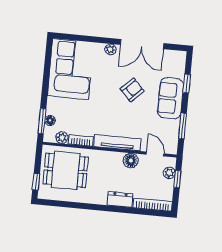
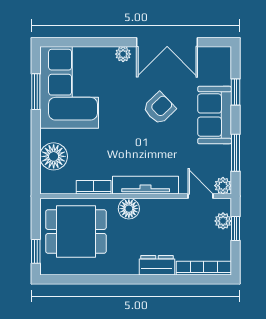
floor lamp: (50, 120) -> (54, 156), width x1.89, depth x1.89
window: (42, 121) -> (36, 92), moved
plant: (62, 138) -> (223, 186), moved
floor lamp: (131, 161) -> (129, 209), moved

